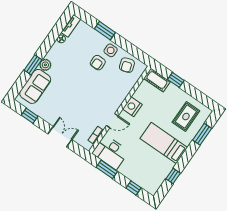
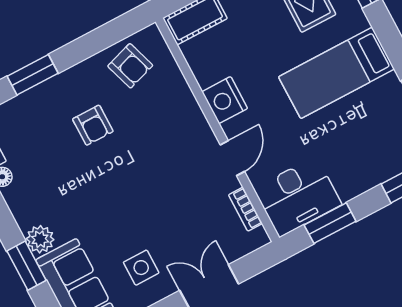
side table: (111, 50) -> (141, 268), moved

